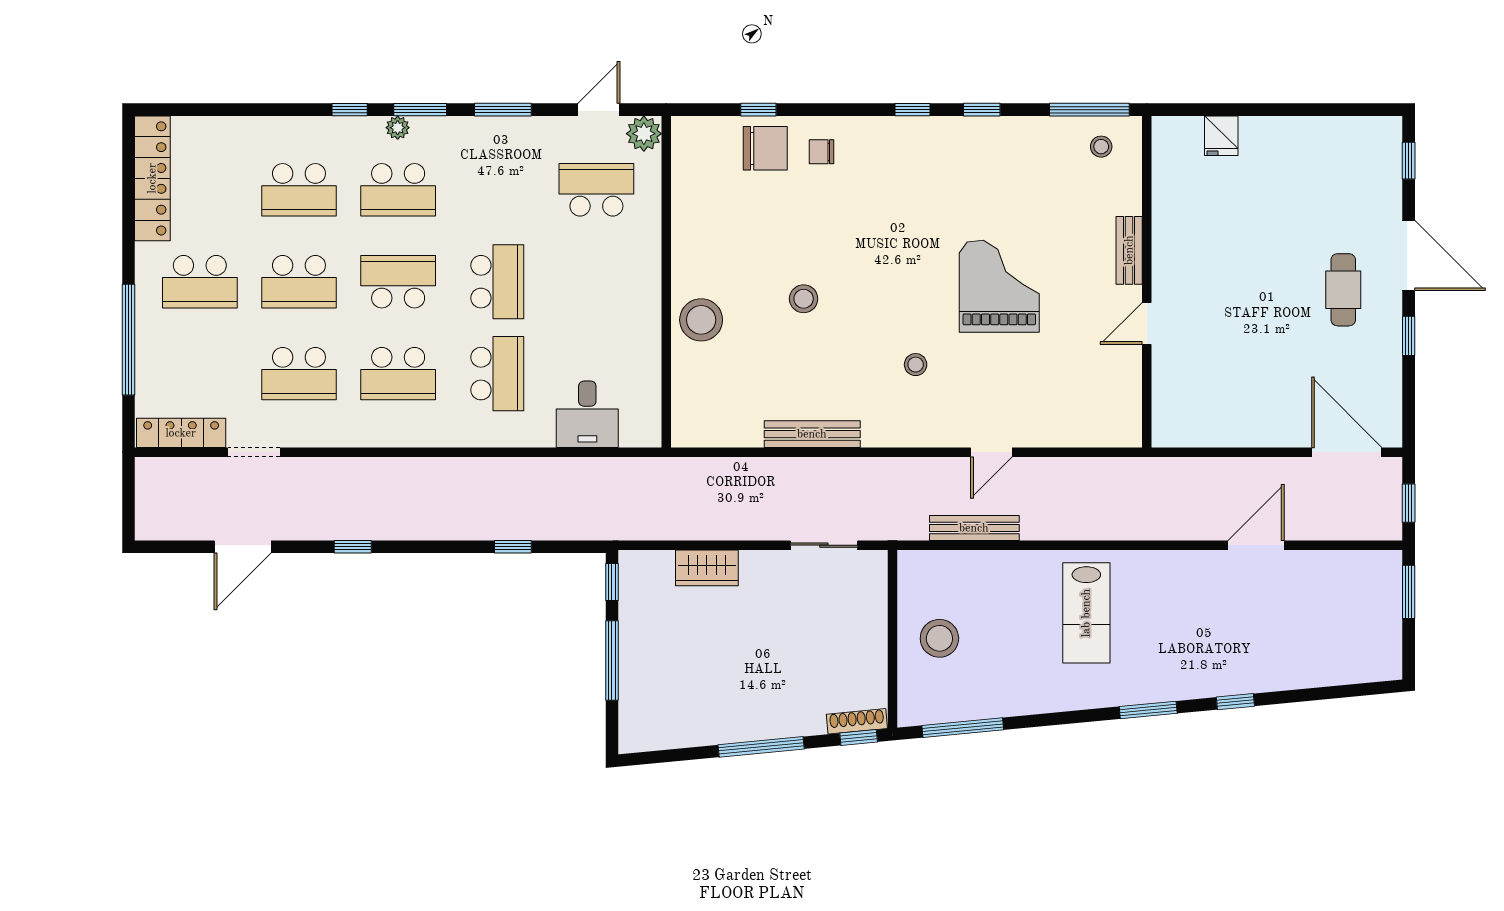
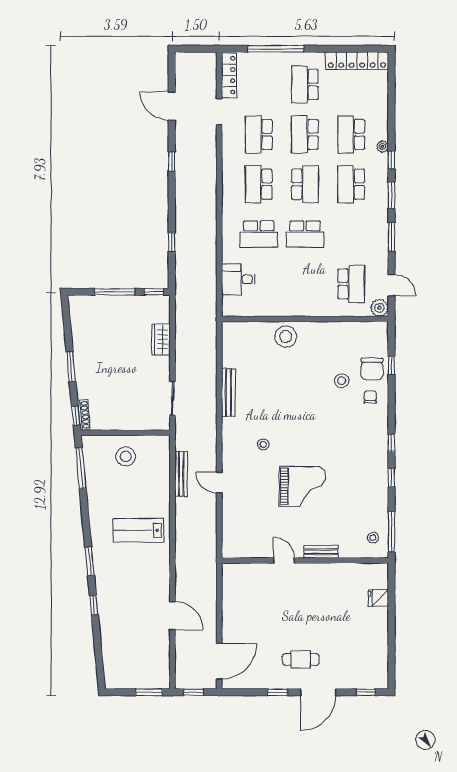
plant: (398, 128) -> (382, 147), moved
stool: (804, 299) -> (342, 381), moved
window: (761, 747) -> (71, 367), width x0.69

